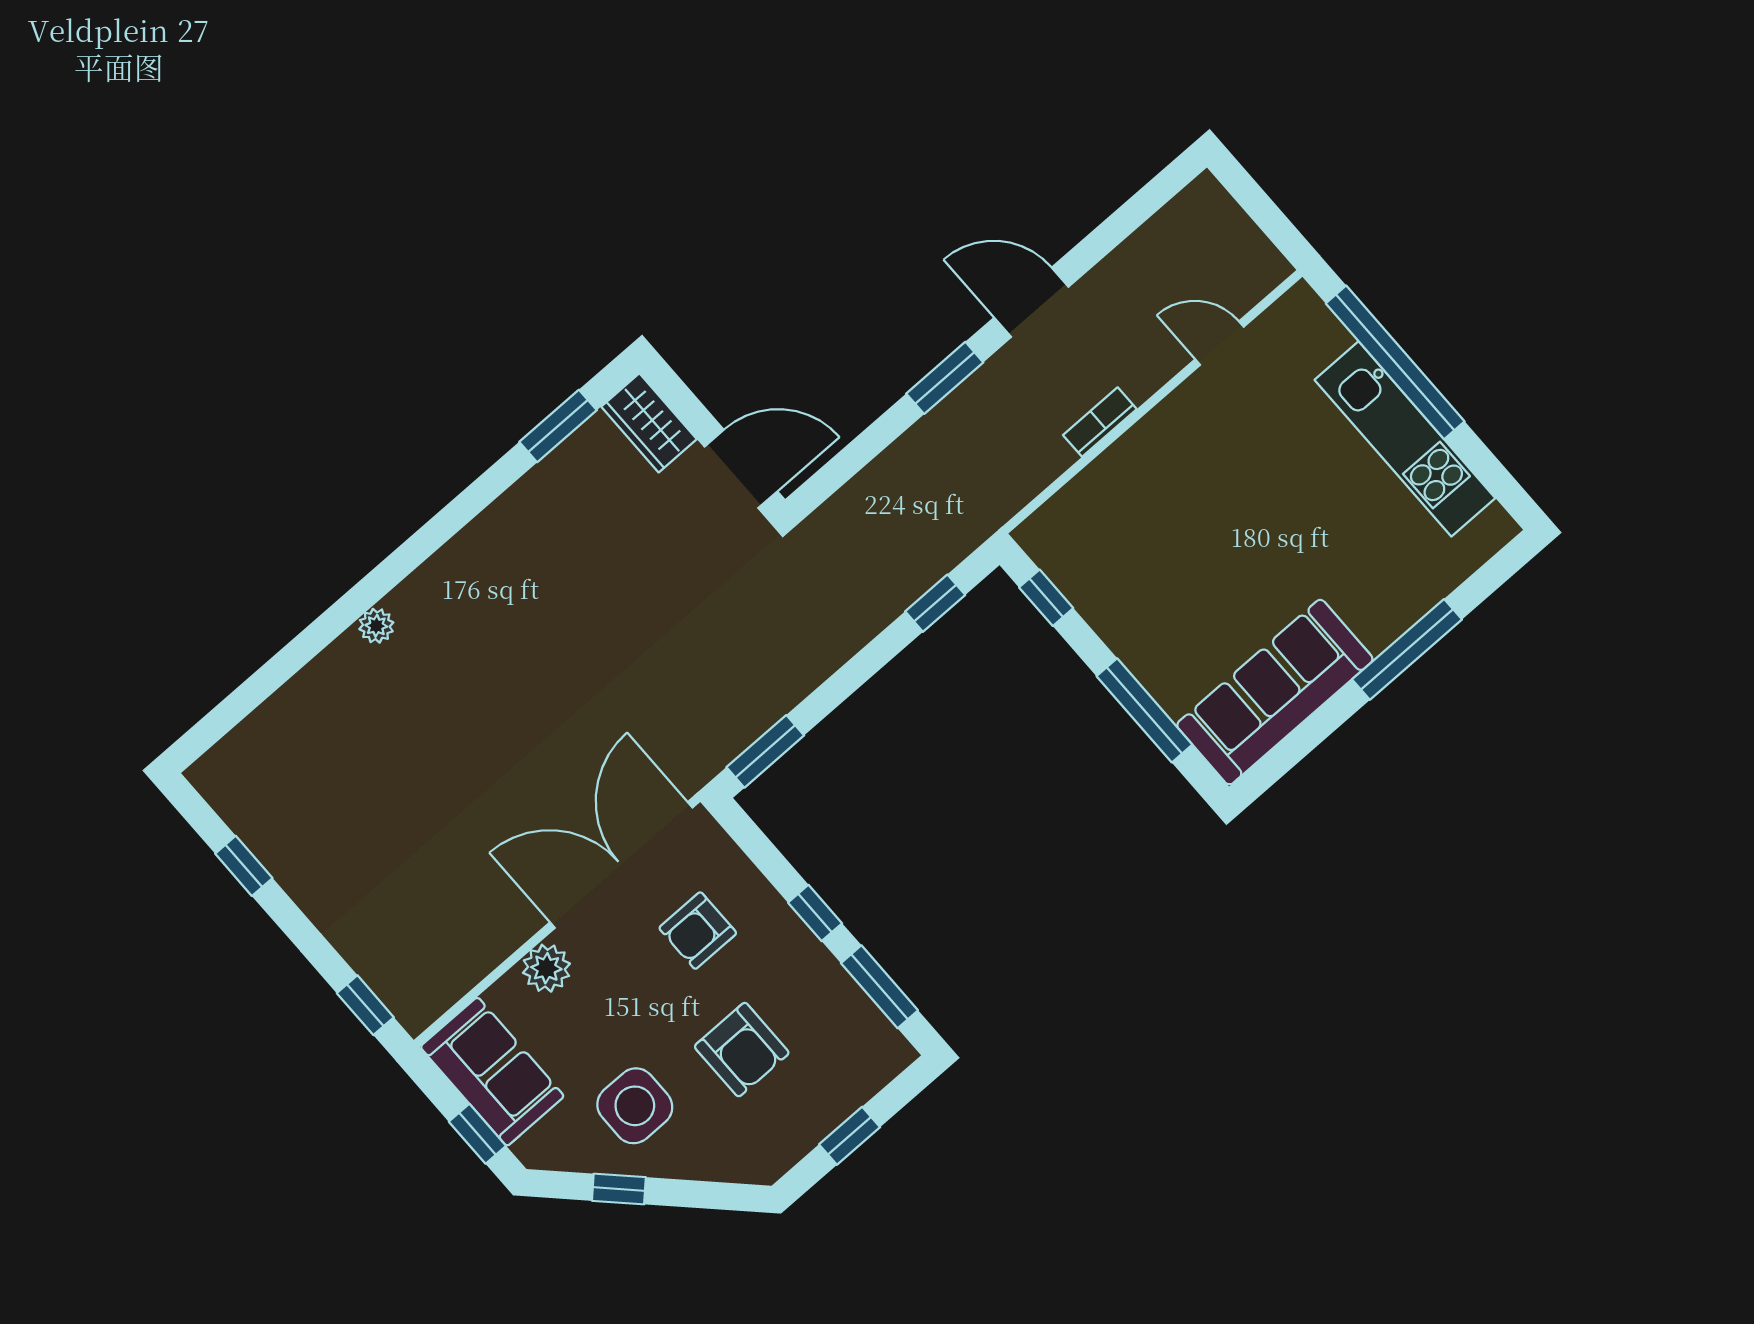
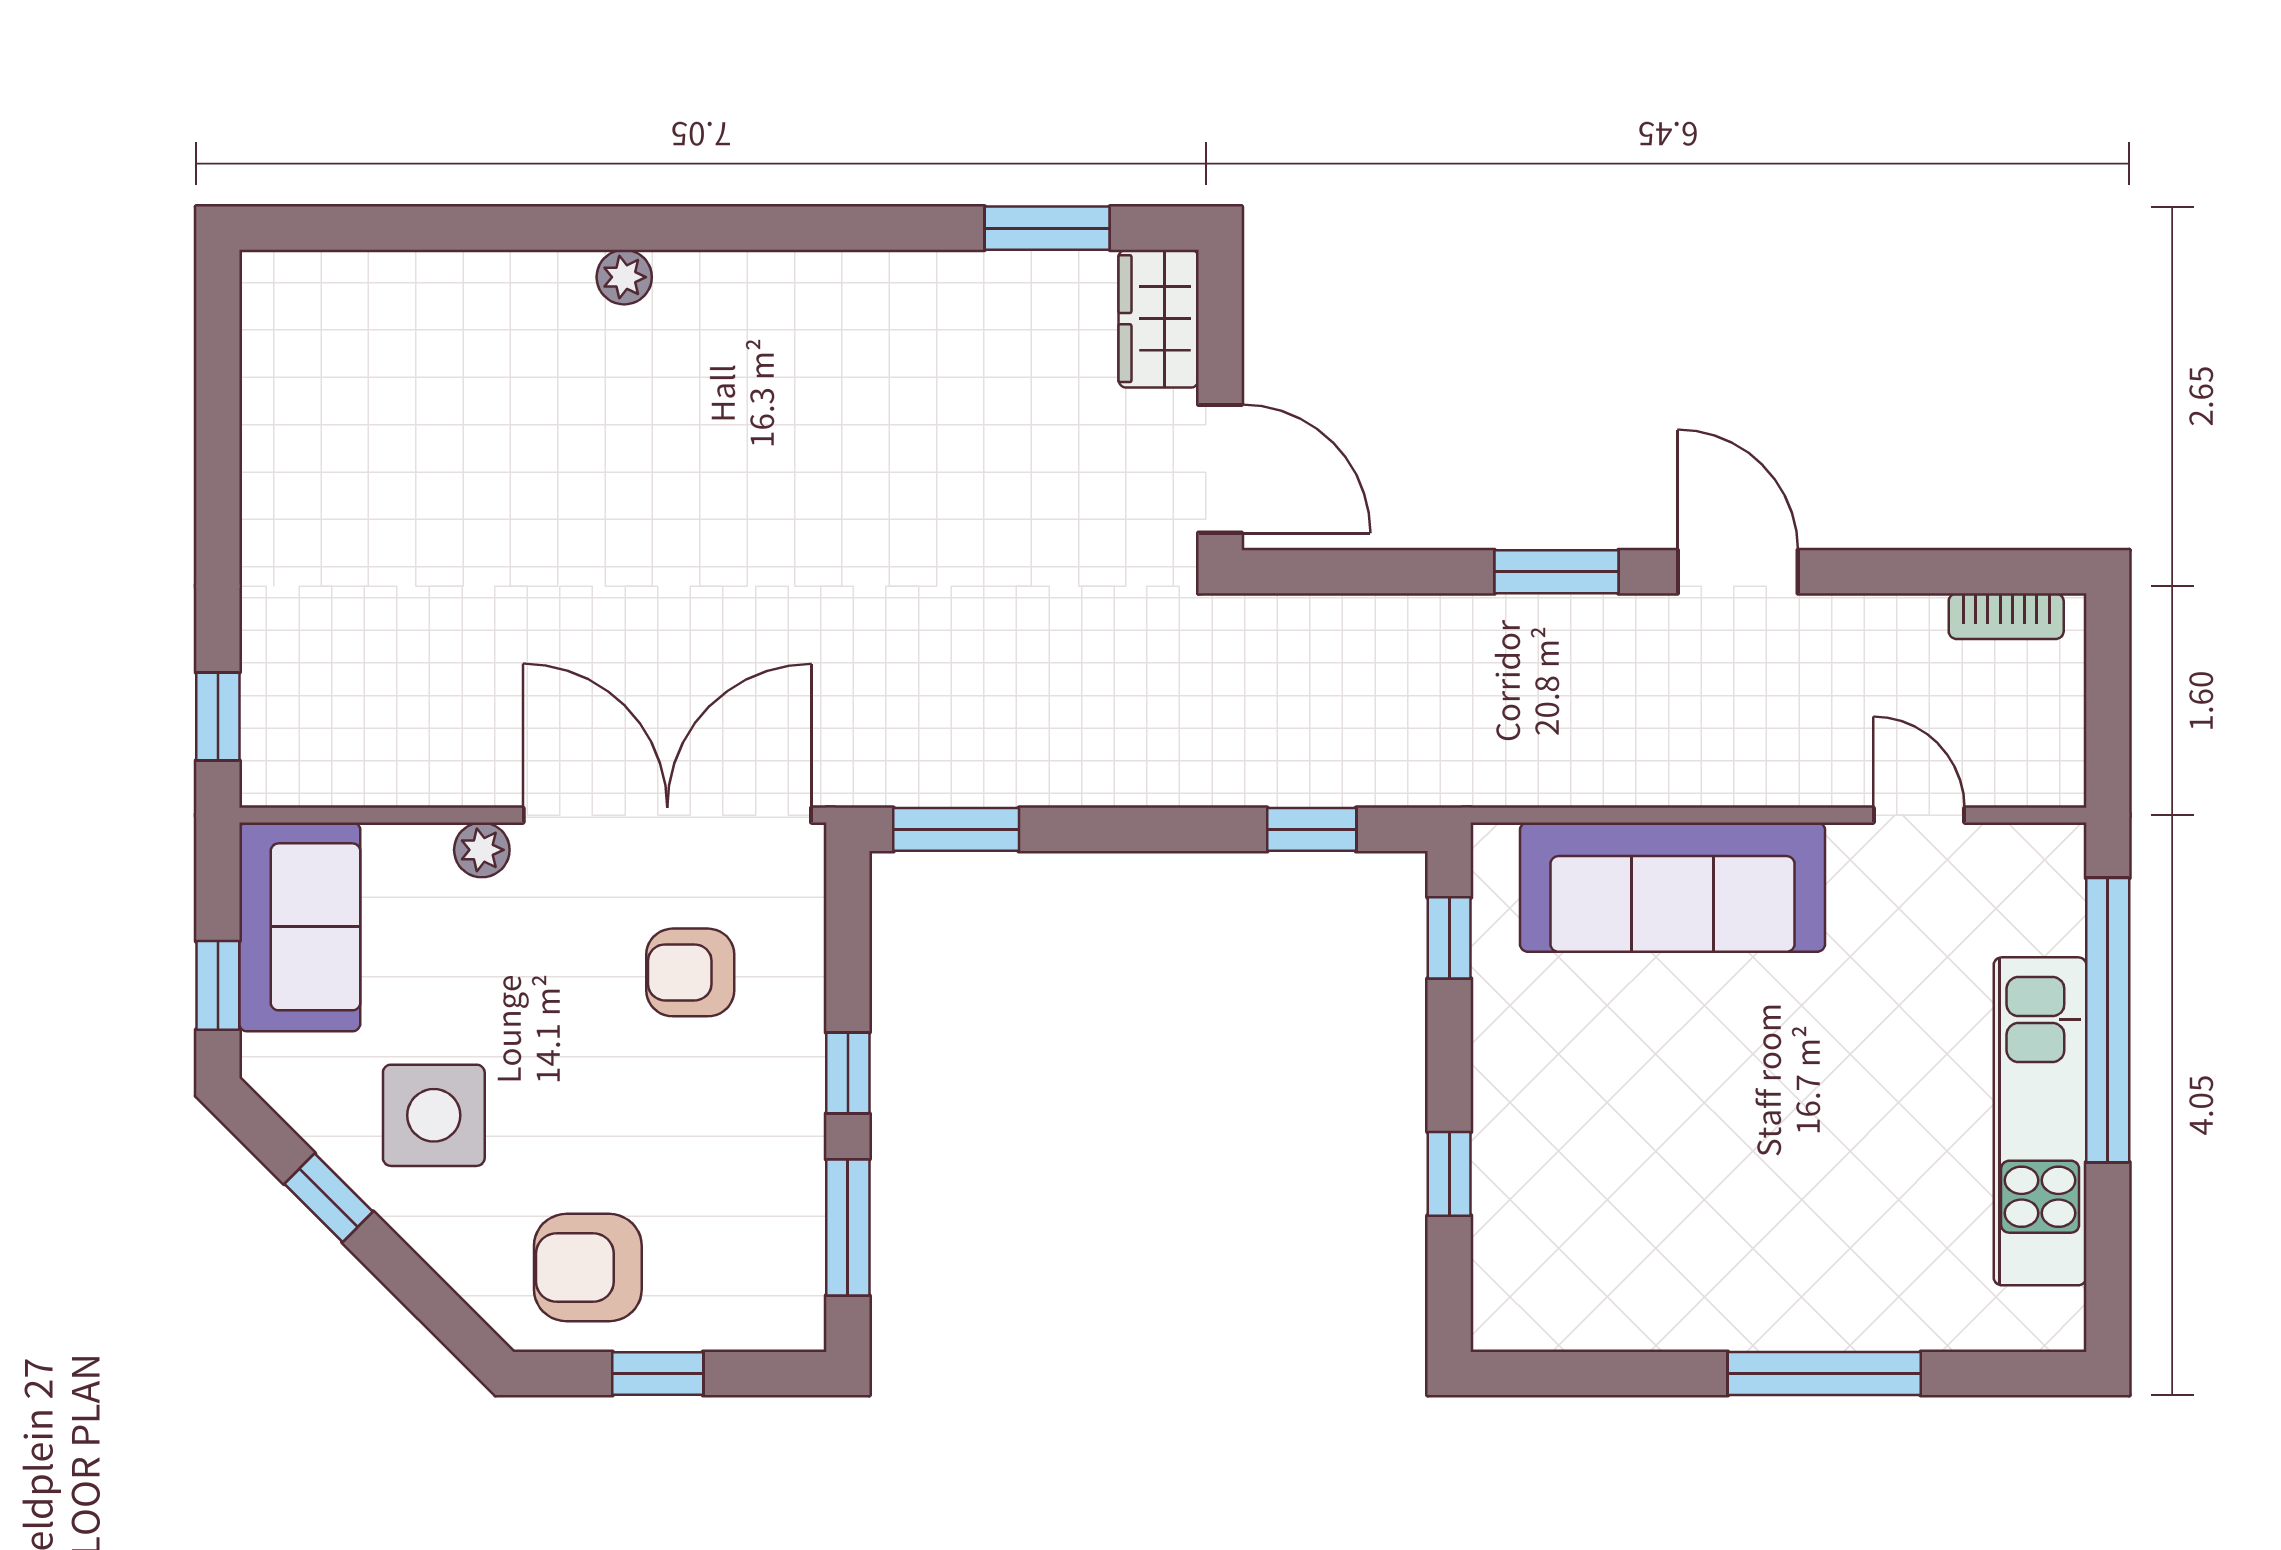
bookcase: (1100, 422) -> (2006, 616), moved, turned 180
sofa: (1275, 692) -> (1673, 887), moved, turned 180
window: (1144, 710) -> (1449, 1174), width x0.46
window: (244, 866) -> (218, 425), removed
plant: (546, 968) -> (482, 850), width x0.73, depth x0.73
armchair: (742, 1050) -> (588, 1268), moved, turned 90

